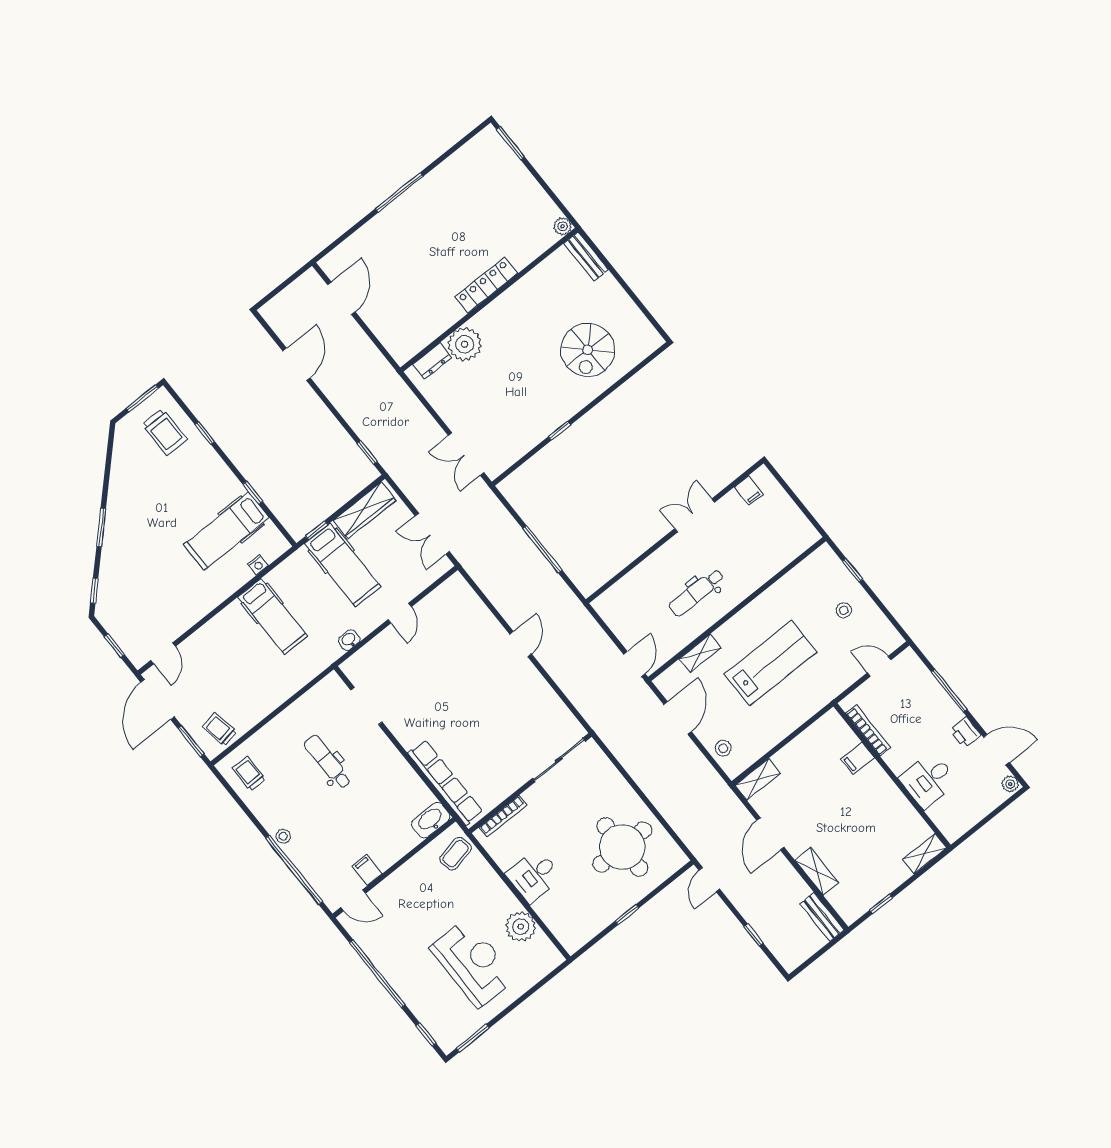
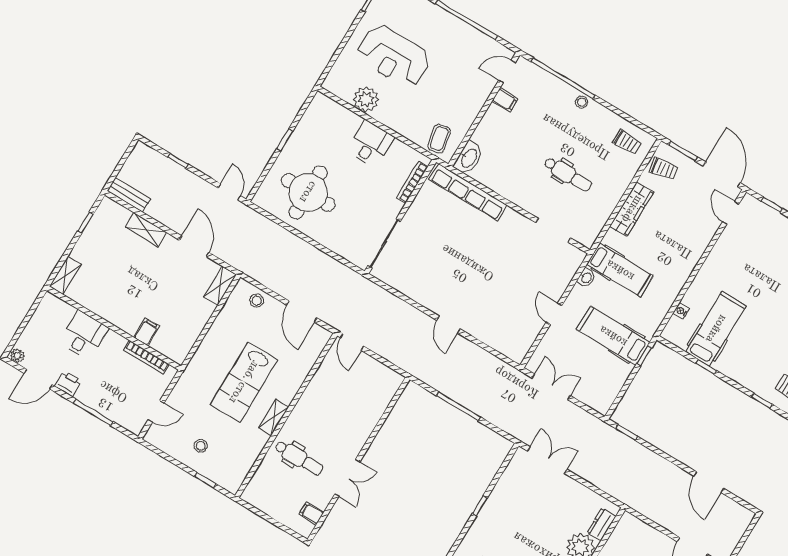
wardrobe: (364, 510) -> (632, 209), moved, turned 180
dental chair: (696, 592) -> (299, 458), moved, turned 90
hospital bed: (273, 616) -> (620, 270), moved, turned 180
shelving: (700, 653) -> (274, 417), moved

